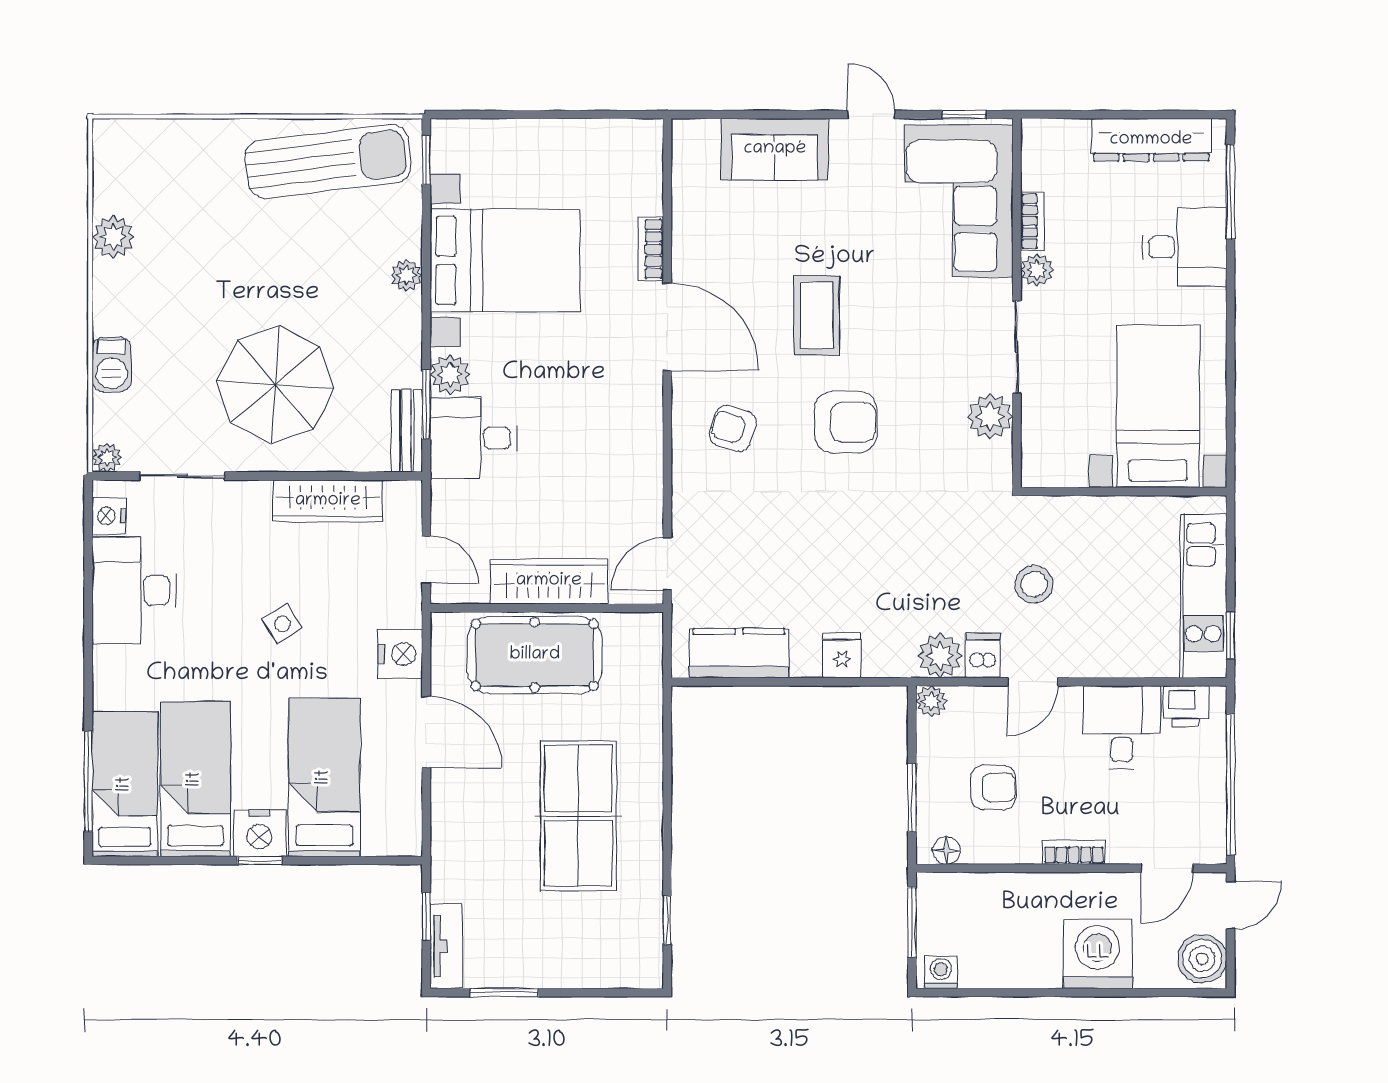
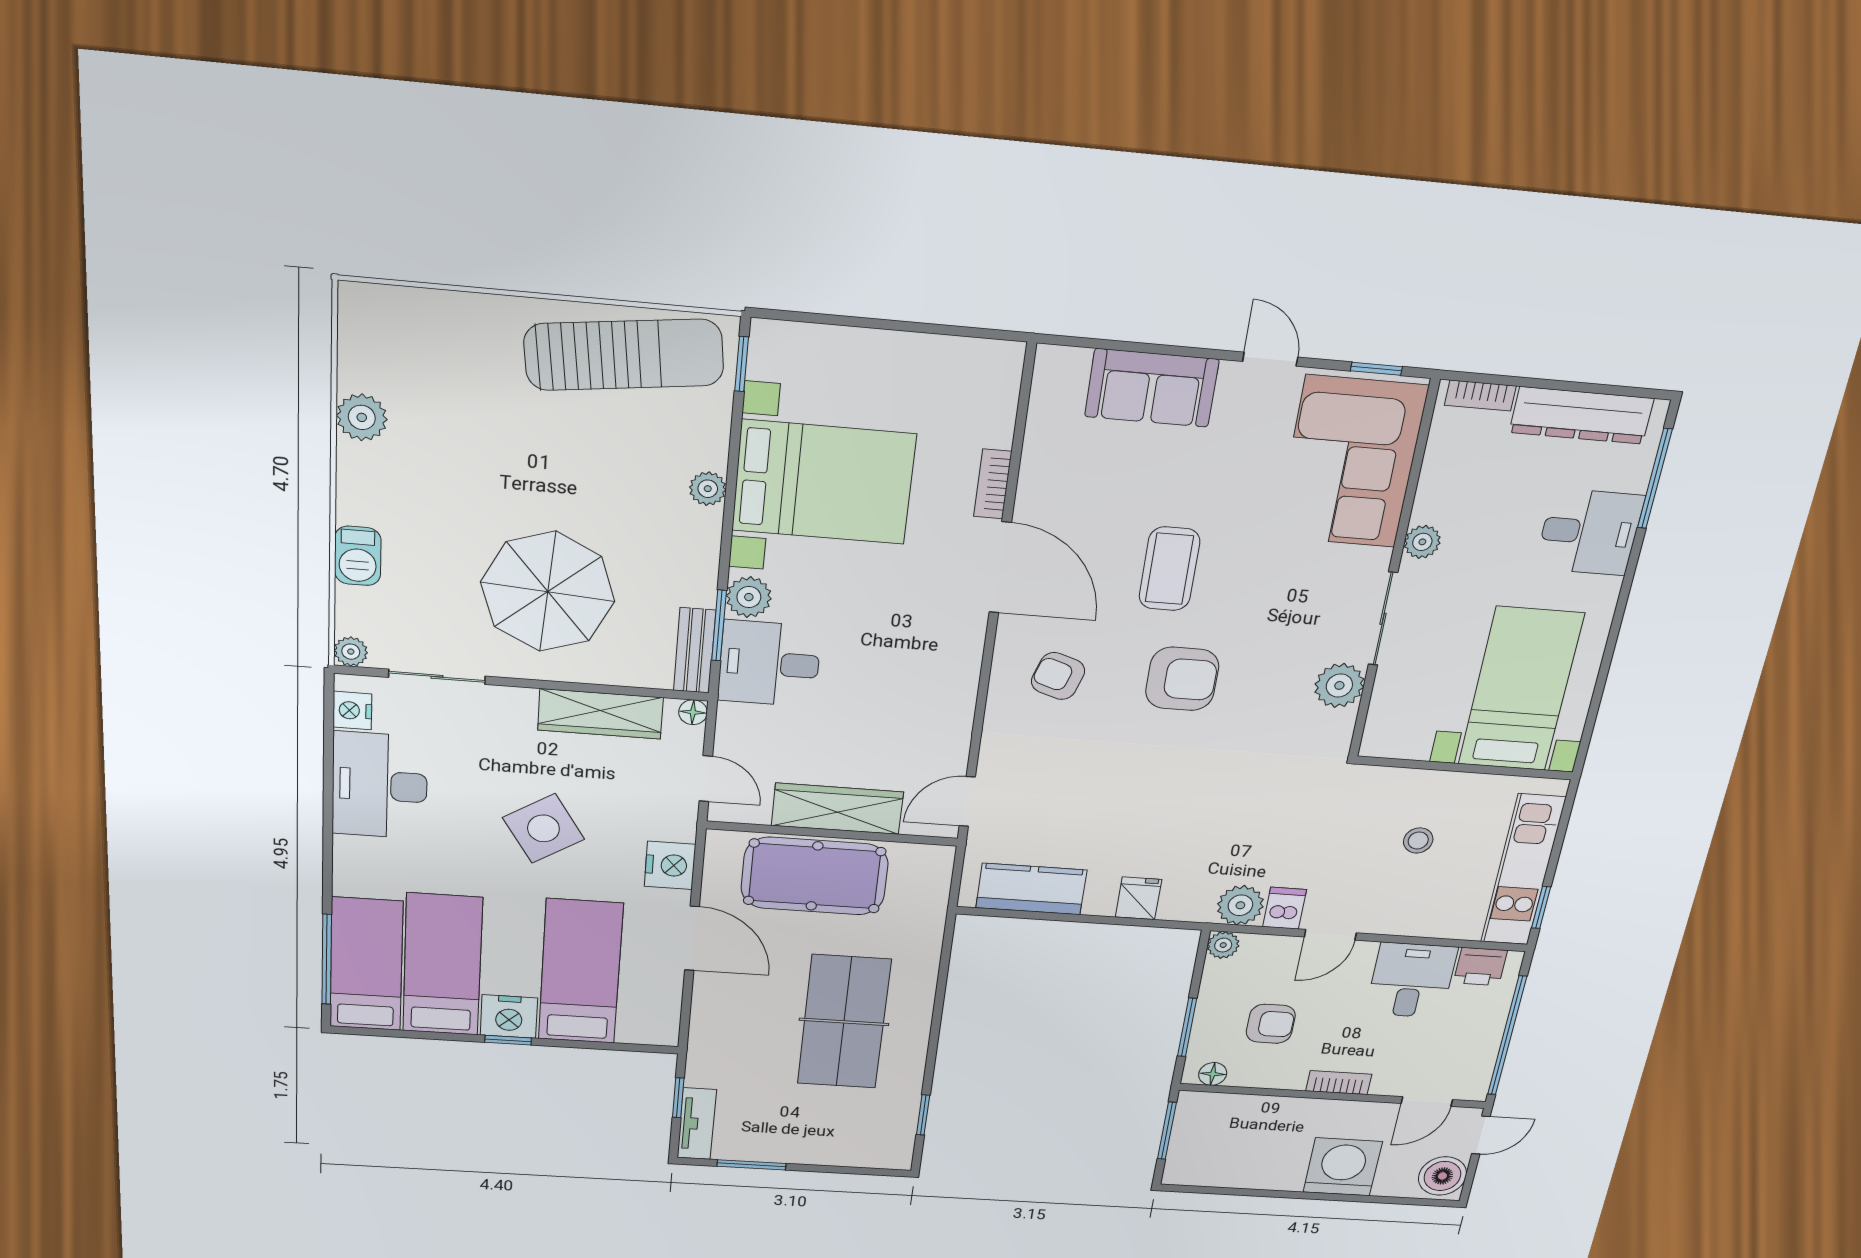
bookcase: (1032, 221) -> (1480, 396), moved, turned 90
floor lamp: (410, 492) -> (693, 712), added
stool: (1034, 584) -> (1418, 840), moved, width x0.73, depth x0.73
side table: (283, 624) -> (543, 828), width x1.87, depth x1.87
washing machine: (941, 972) -> (1187, 1173), removed

